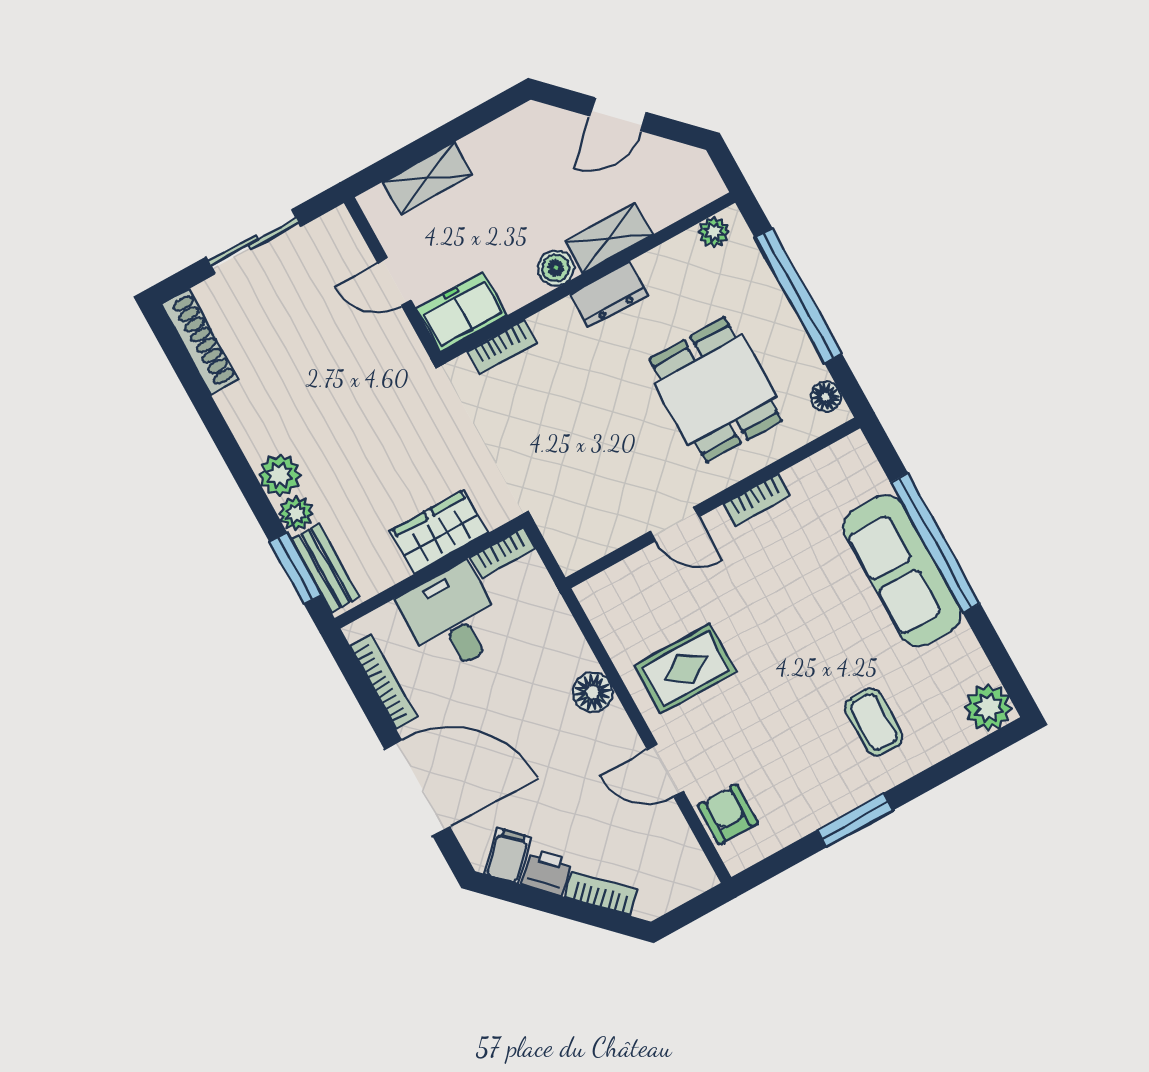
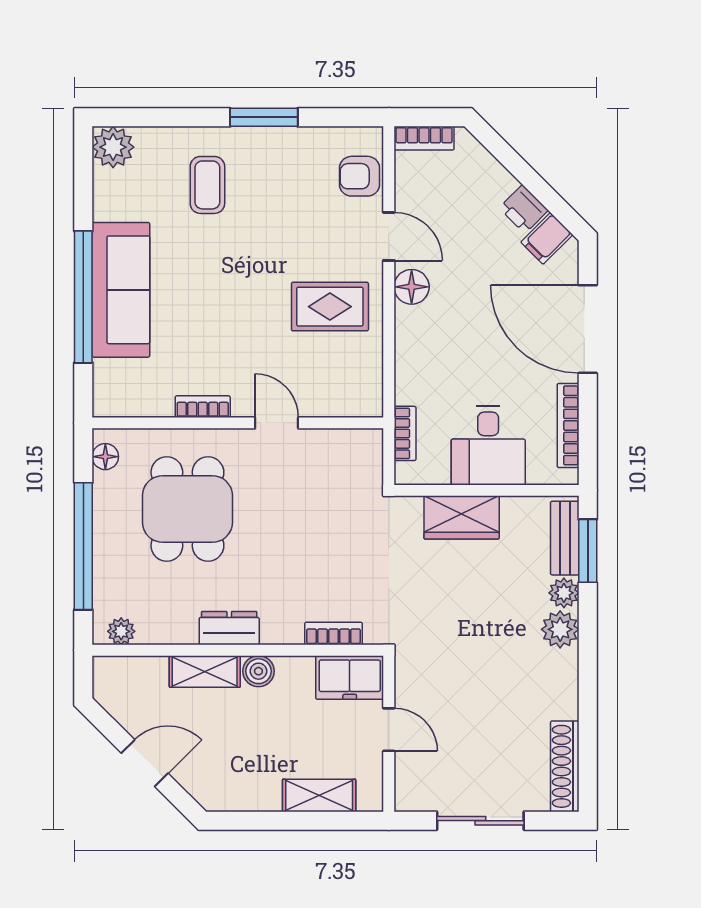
bookcase: (503, 553) -> (405, 433), moved, turned 90
floor lamp: (593, 692) -> (412, 287), moved
armchair: (728, 814) -> (359, 176), turned 90
bookcase: (601, 893) -> (424, 138), moved, turned -45

